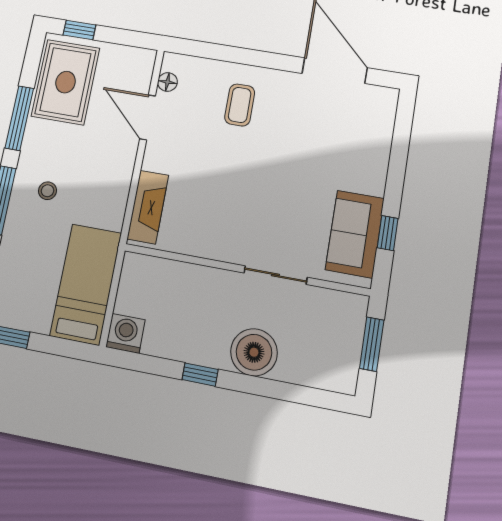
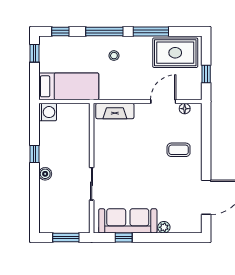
window: (79, 30) -> (206, 74), moved
plant: (379, 155) -> (164, 227), added
sofa: (355, 234) -> (128, 221), width x1.36
boiler: (254, 352) -> (45, 174), width x0.54, depth x0.54

